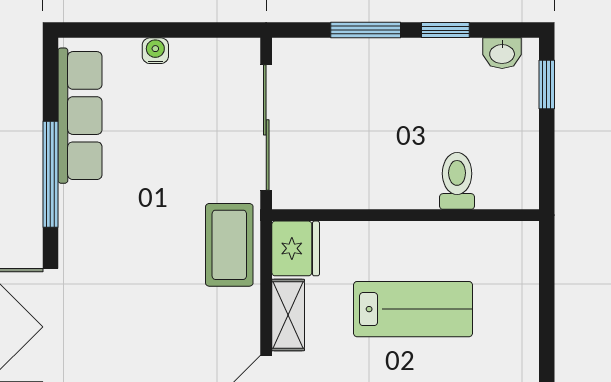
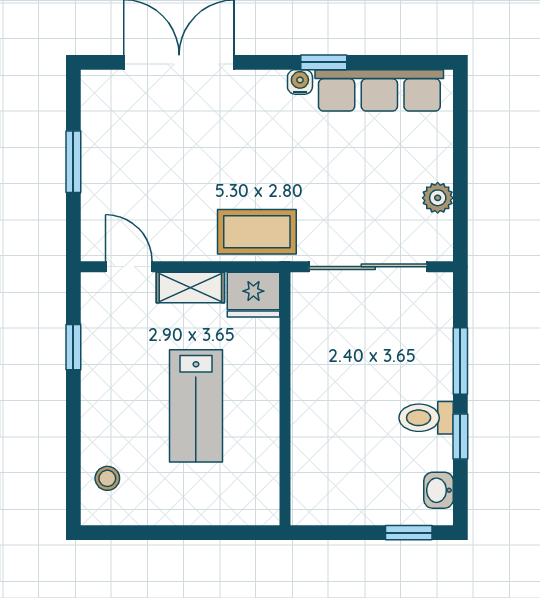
water cooler: (155, 51) -> (300, 82), moved, turned -90
plant: (193, 54) -> (438, 198), added
window: (50, 174) -> (324, 62), width x0.46
toilet: (457, 181) -> (426, 418), moved, turned 180

